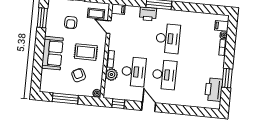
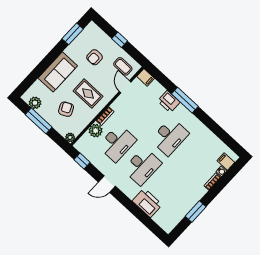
plant: (53, 88) -> (35, 103), added
printer: (214, 90) -> (147, 203), moved, turned 90
door: (149, 107) -> (107, 184), swing flipped

